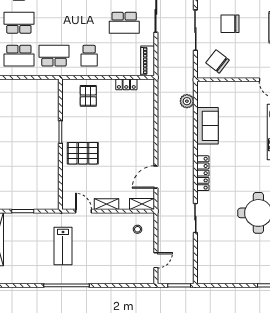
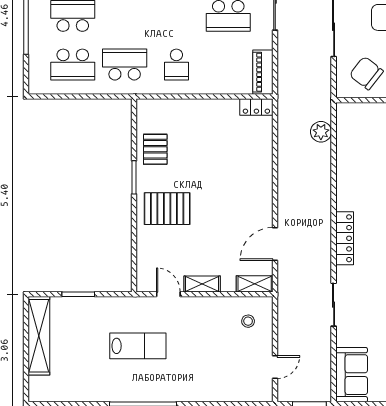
locker: (126, 84) -> (256, 107), moved
pallet: (88, 96) -> (155, 149), moved
sofa: (208, 126) -> (352, 375), moved
lab bench: (63, 246) -> (138, 346), turned -90

